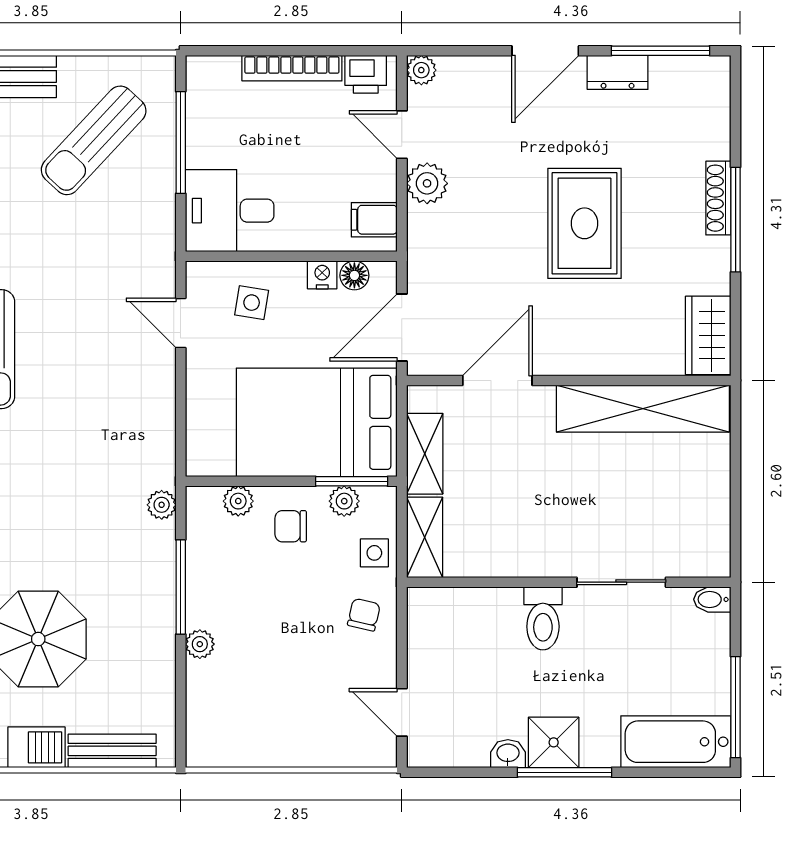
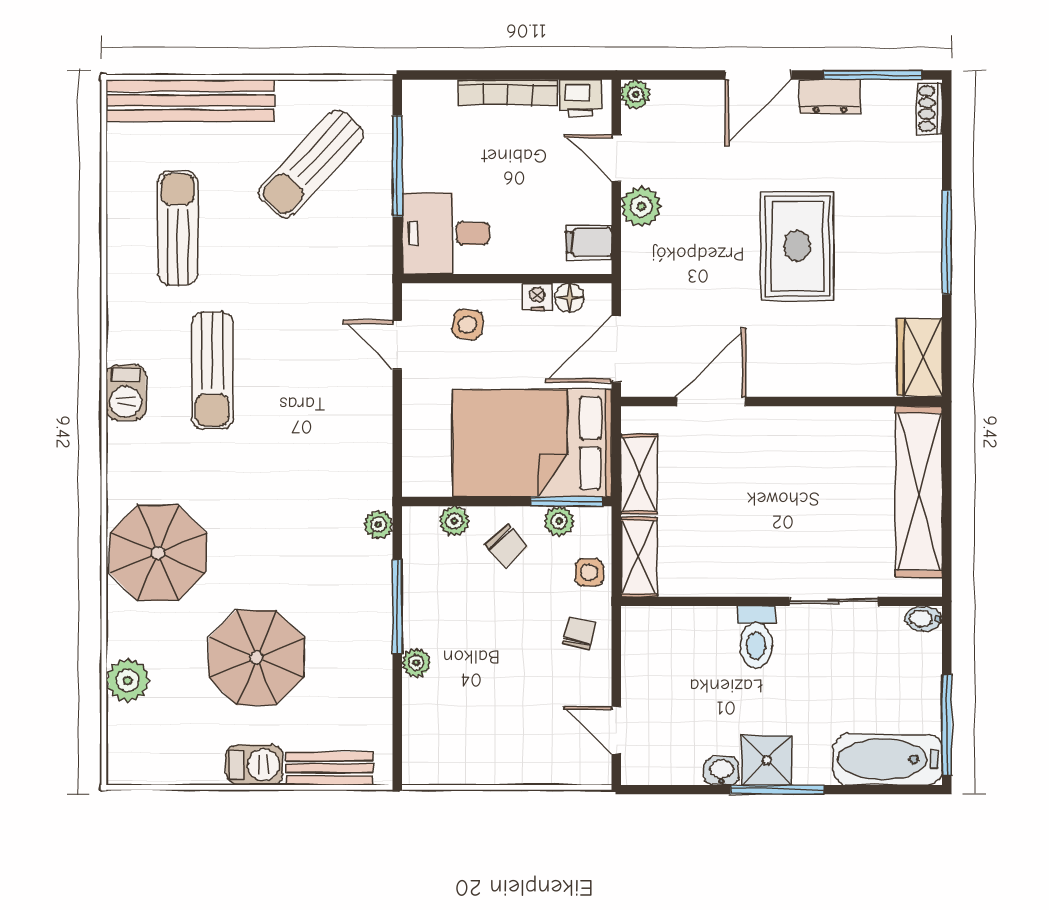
shoe rack: (718, 198) -> (930, 108), moved, width x0.70
shelving: (643, 409) -> (919, 492), moved, turned 90
chair: (291, 526) -> (506, 546), turned -132

